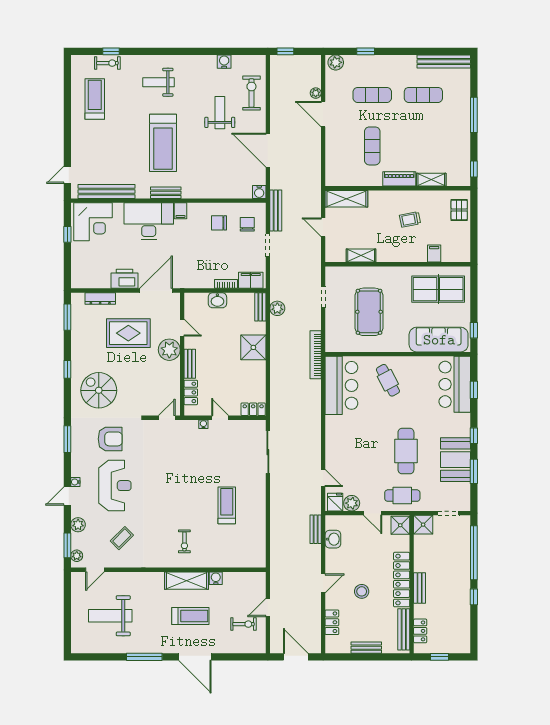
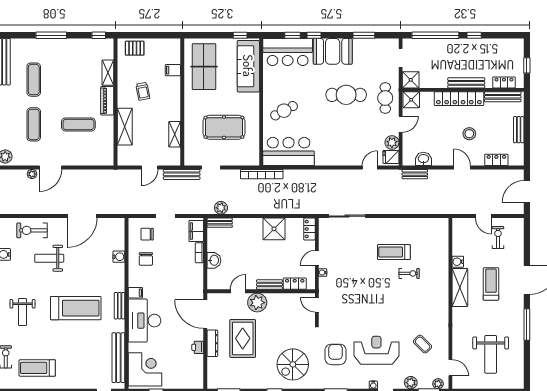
water cooler: (259, 192) -> (119, 257), moved
shelving: (346, 199) -> (125, 127), moved
bench: (276, 211) -> (182, 174), moved
printer: (125, 279) -> (198, 347), width x0.53, depth x0.68
dresser: (100, 299) -> (212, 343), moved
shower: (253, 347) -> (274, 229), moved
window: (474, 436) -> (314, 35), moved
booth: (456, 460) -> (333, 51), moved
exercise bike: (184, 541) -> (409, 273), moved
bench: (420, 588) -> (466, 83), width x1.36

